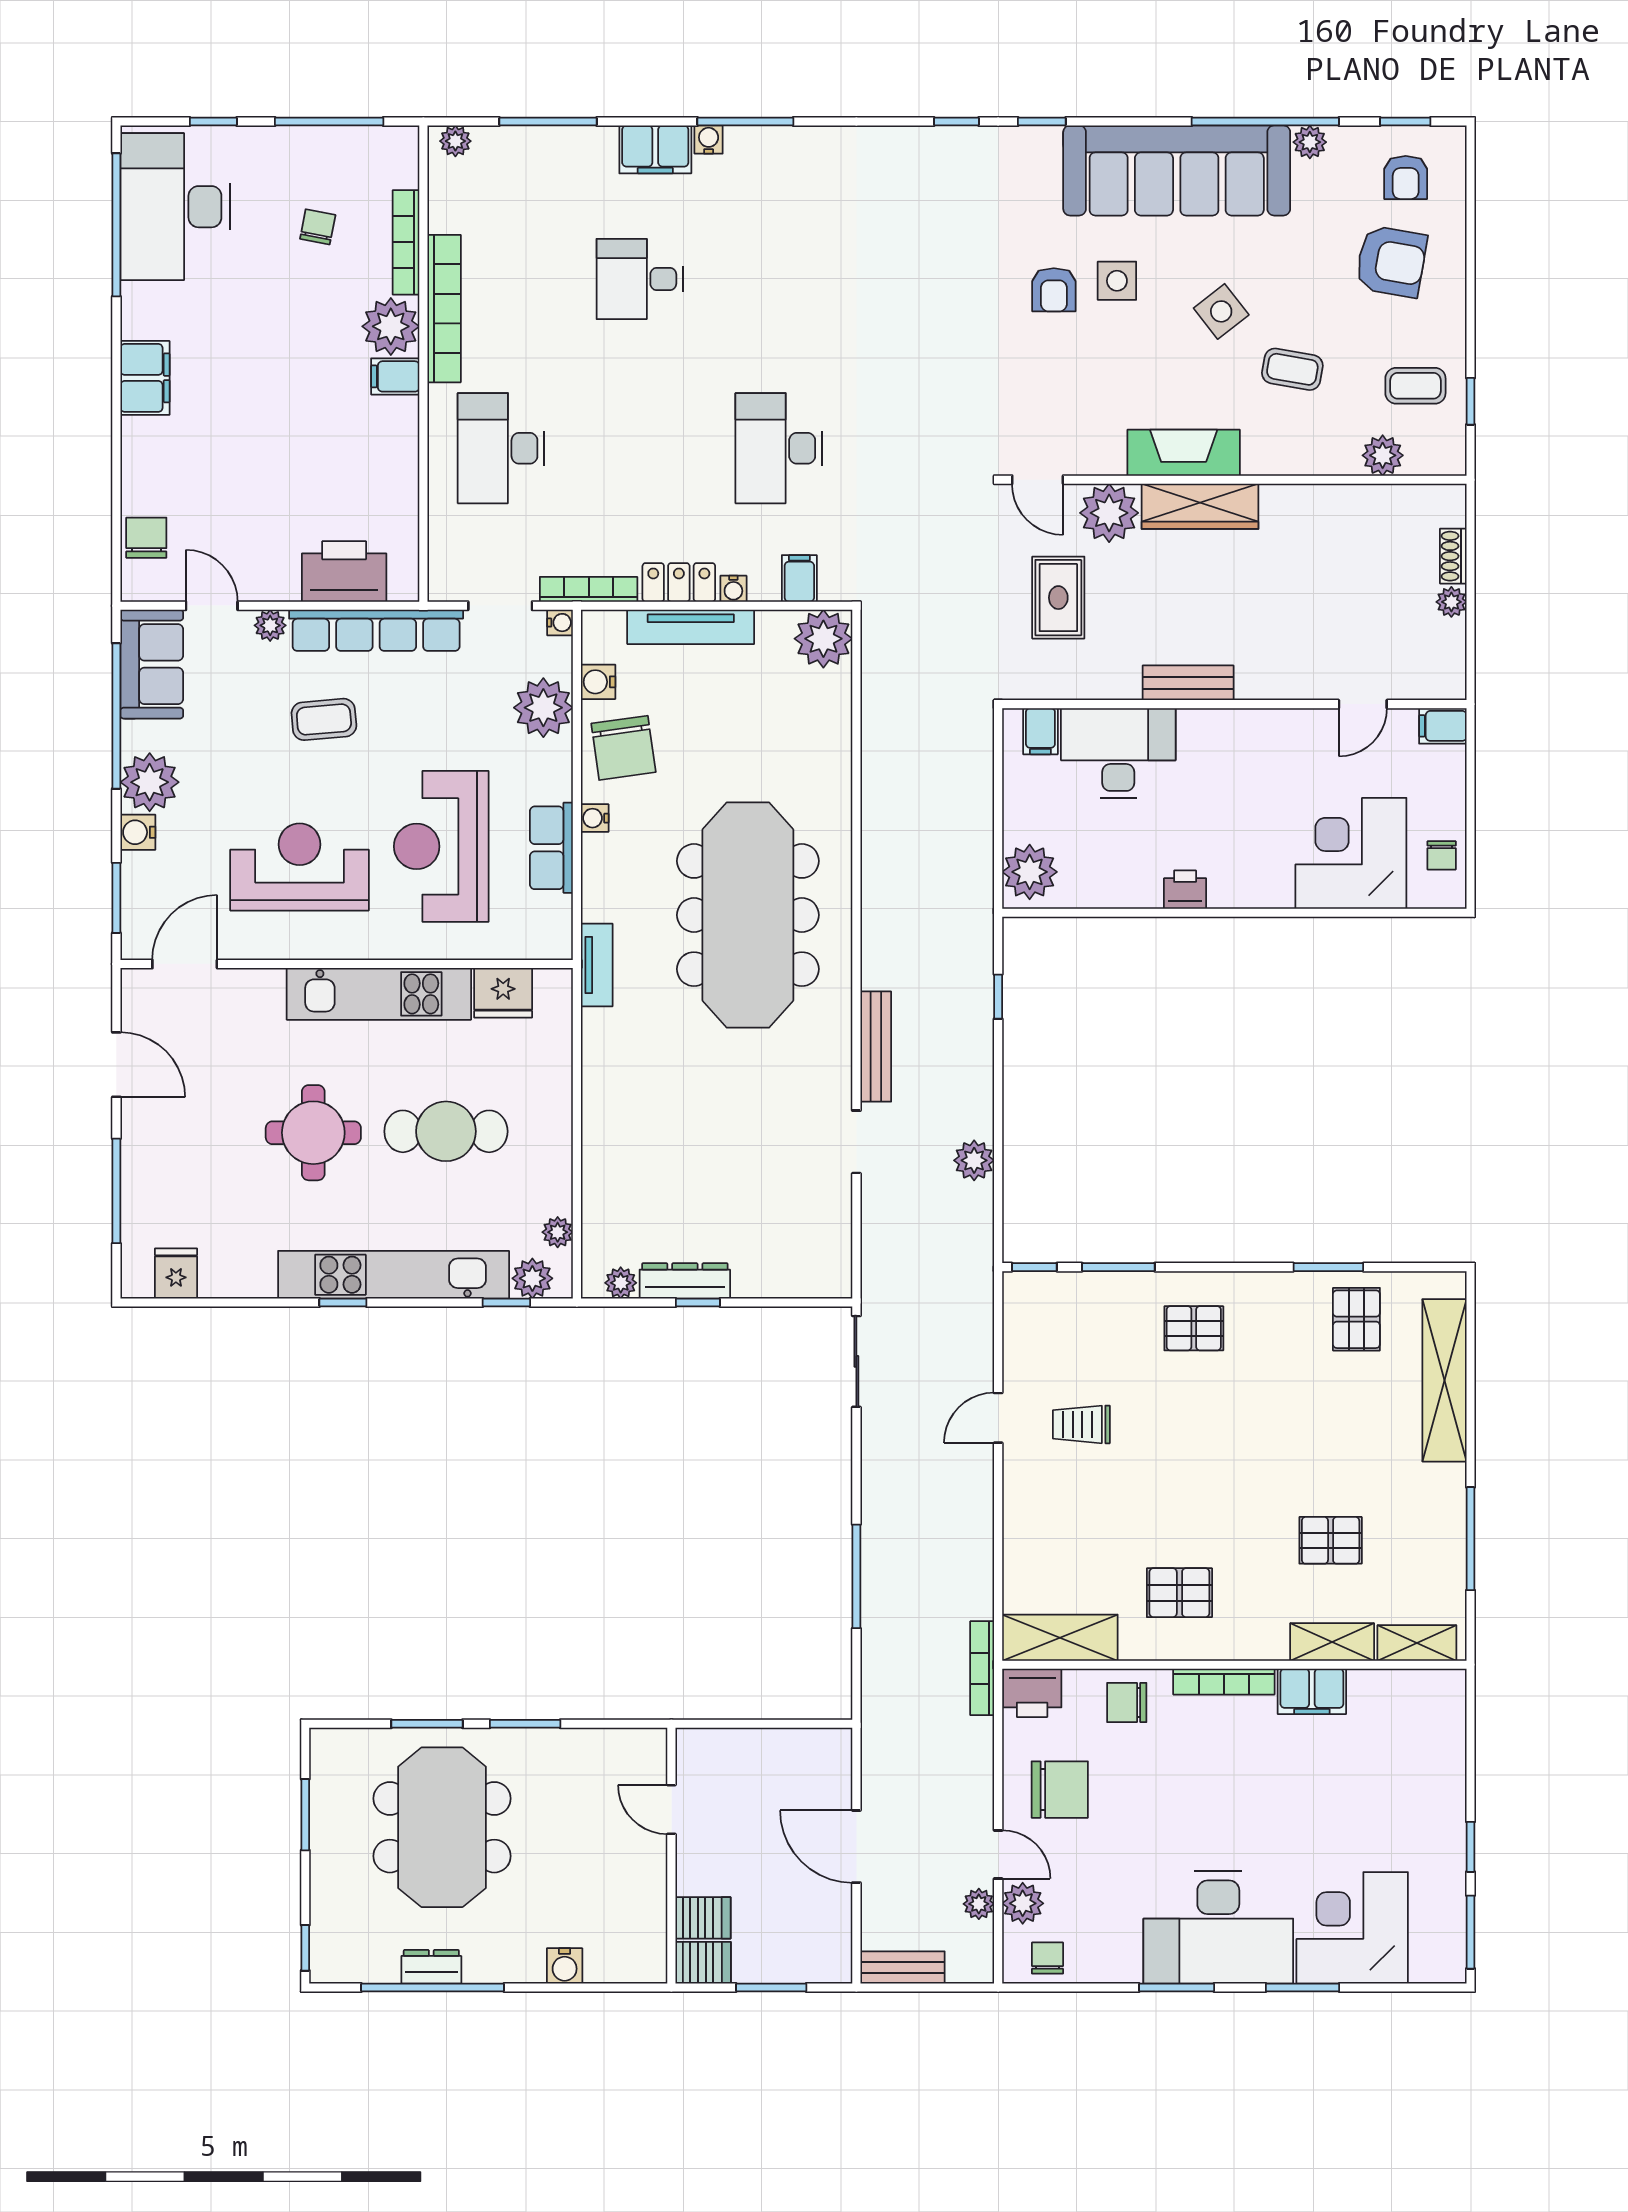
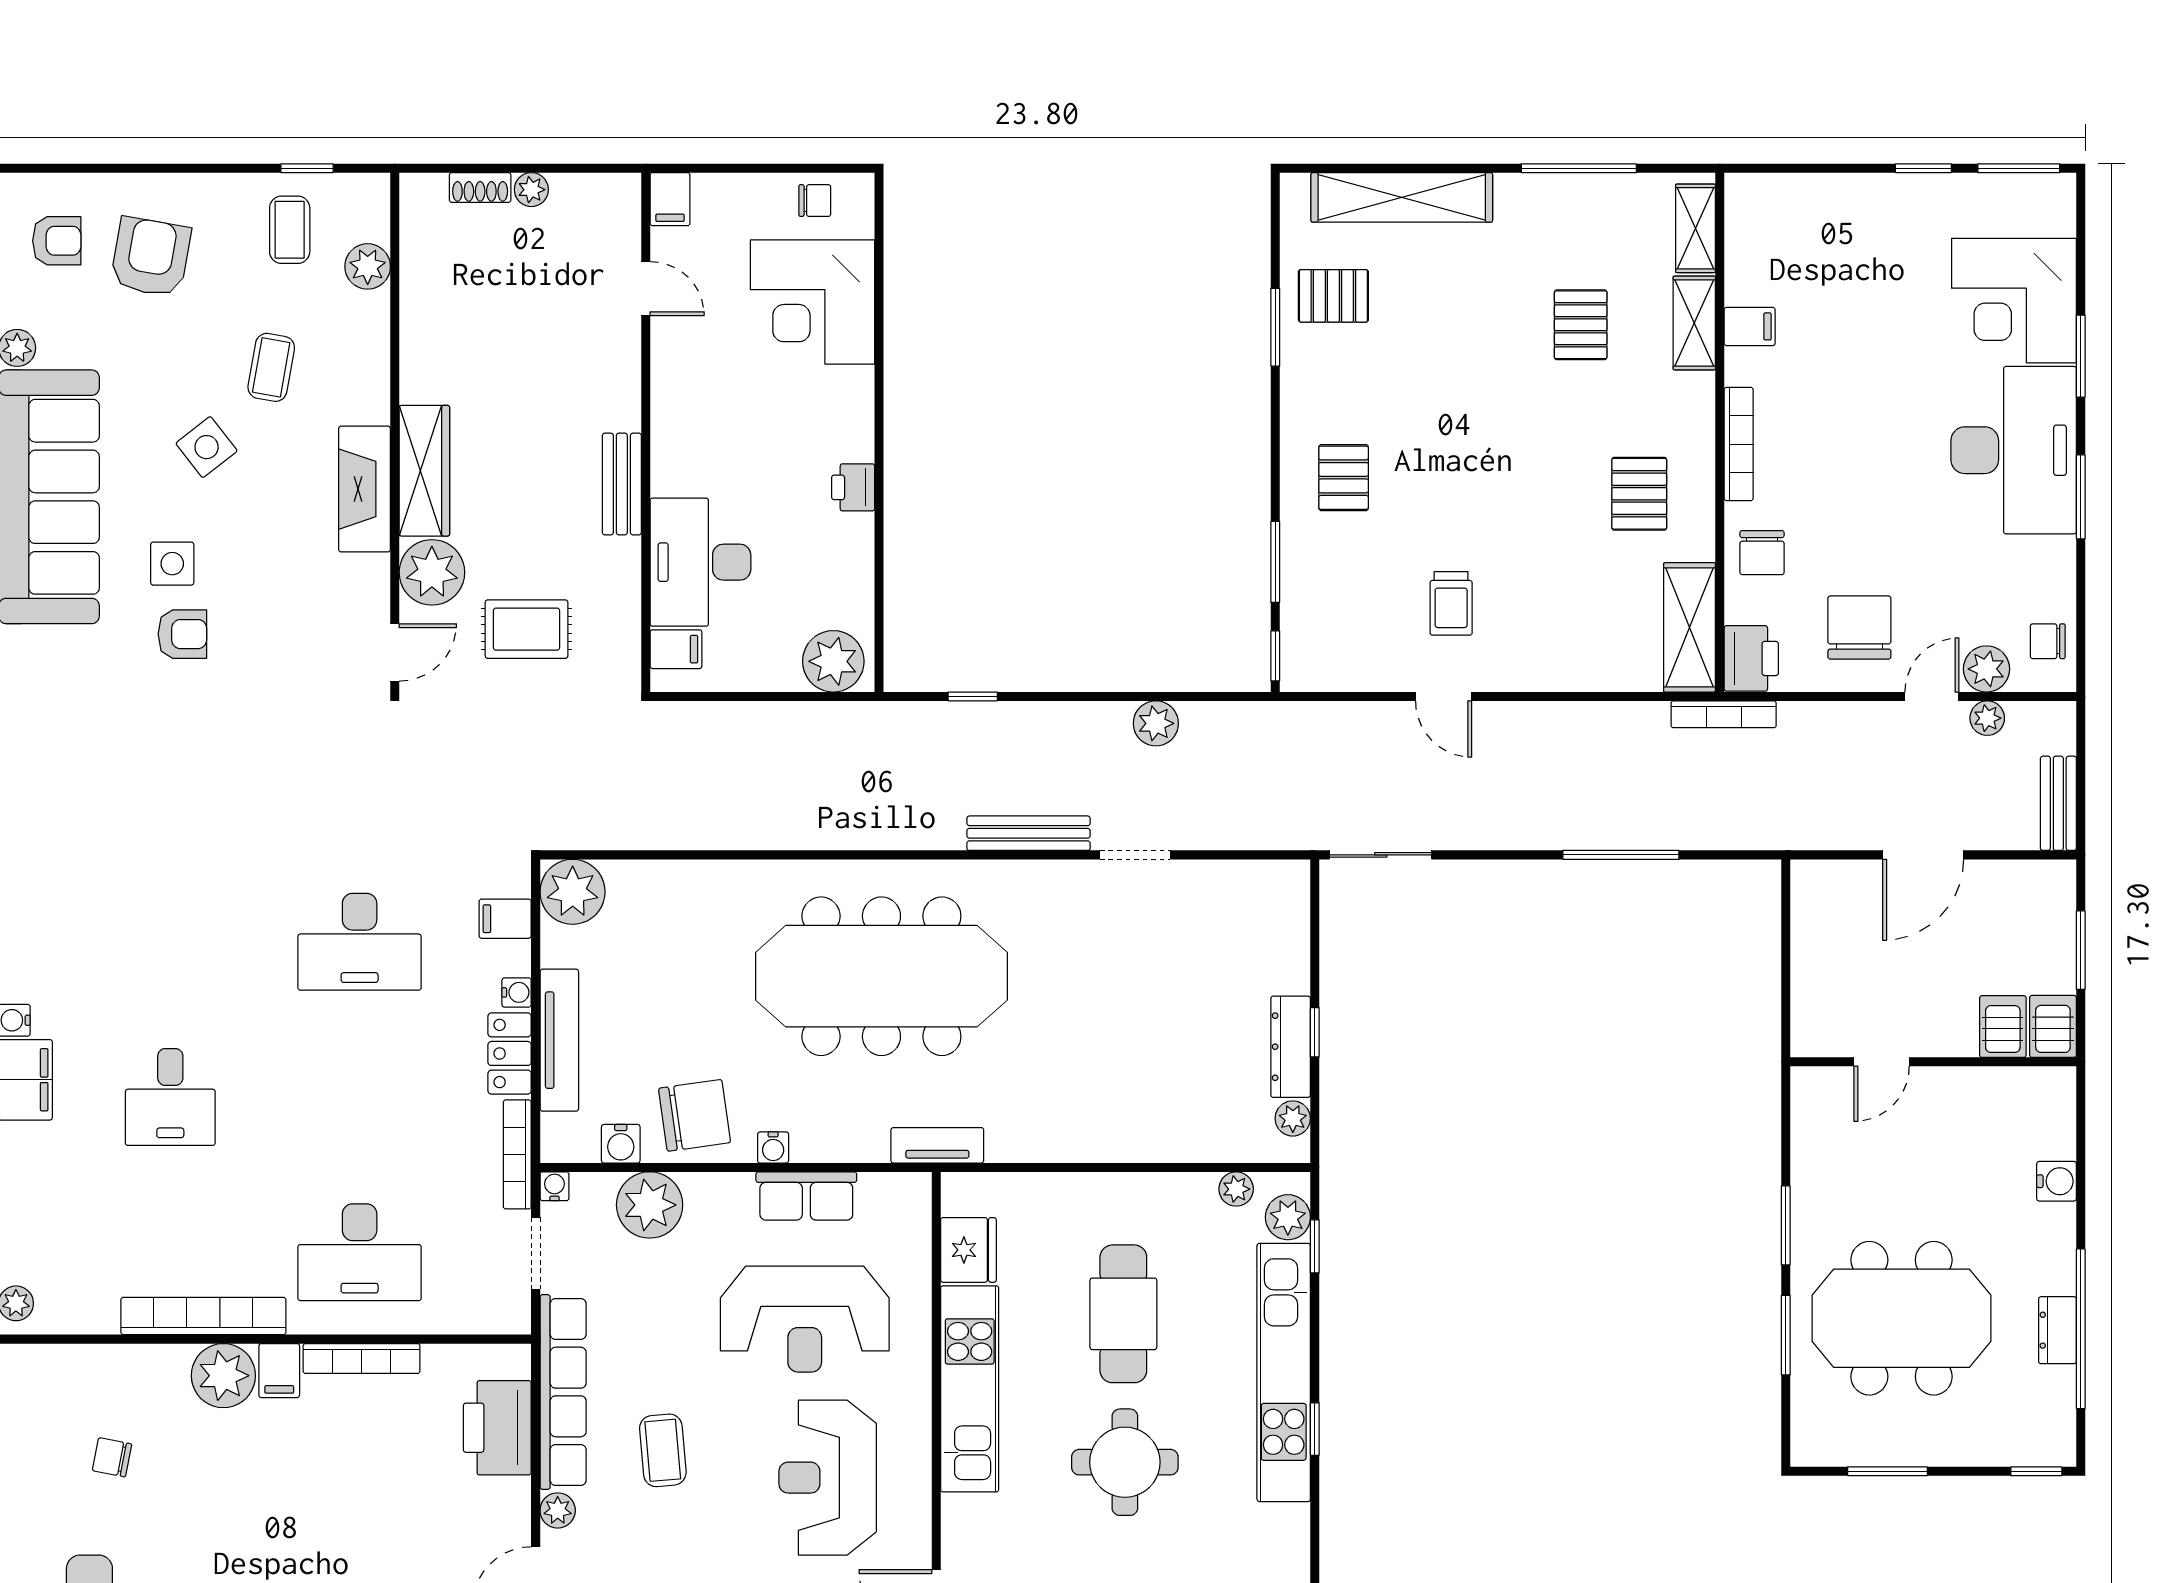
bookcase: (406, 242) -> (361, 1358), moved
filing cabinet: (1312, 1691) -> (1750, 326), width x0.50

